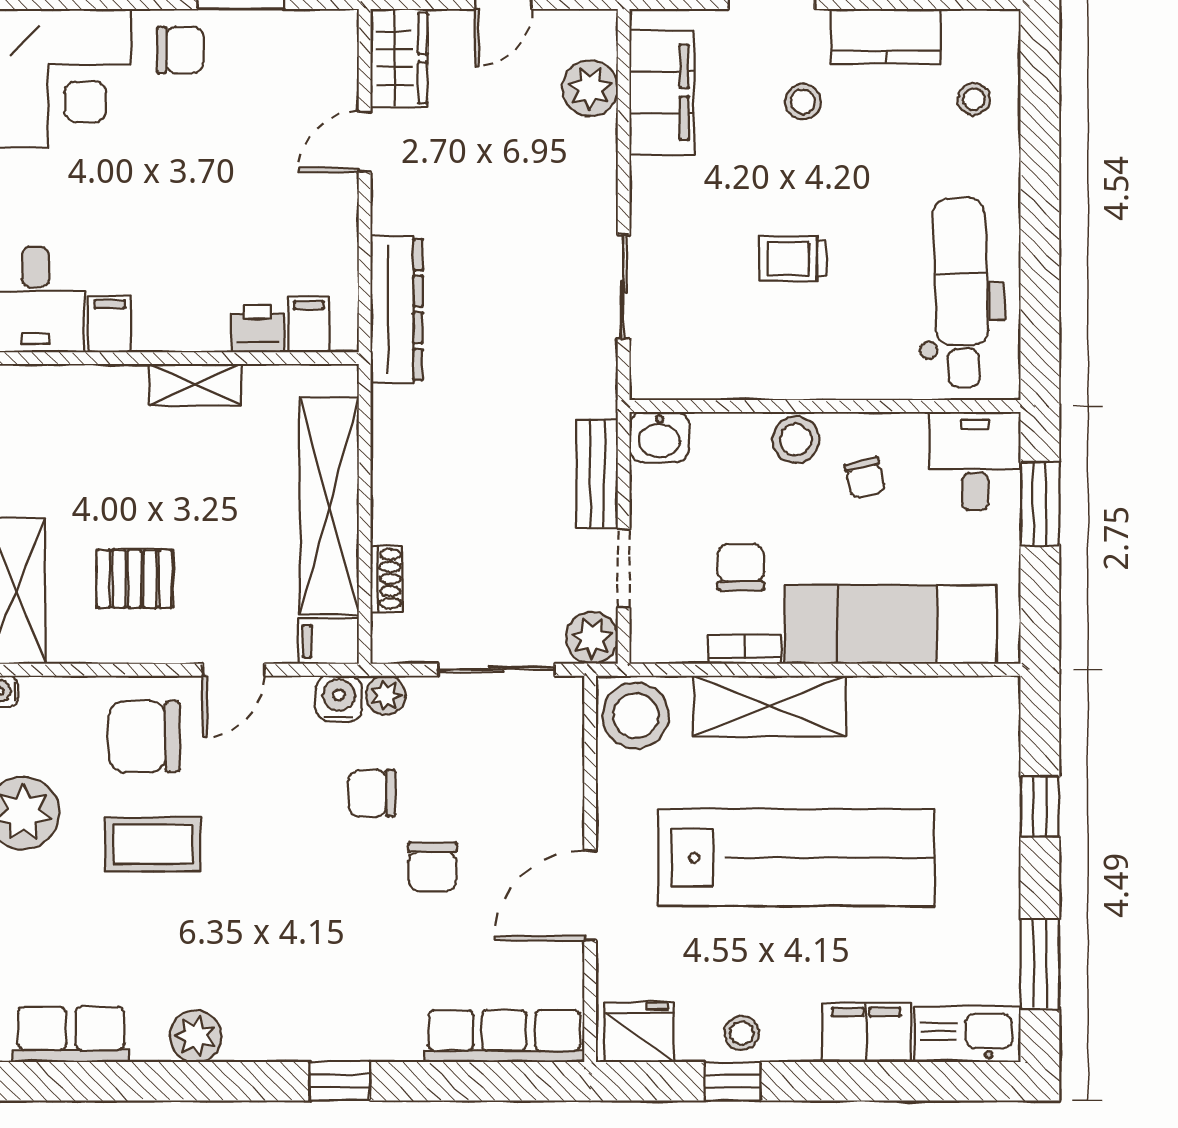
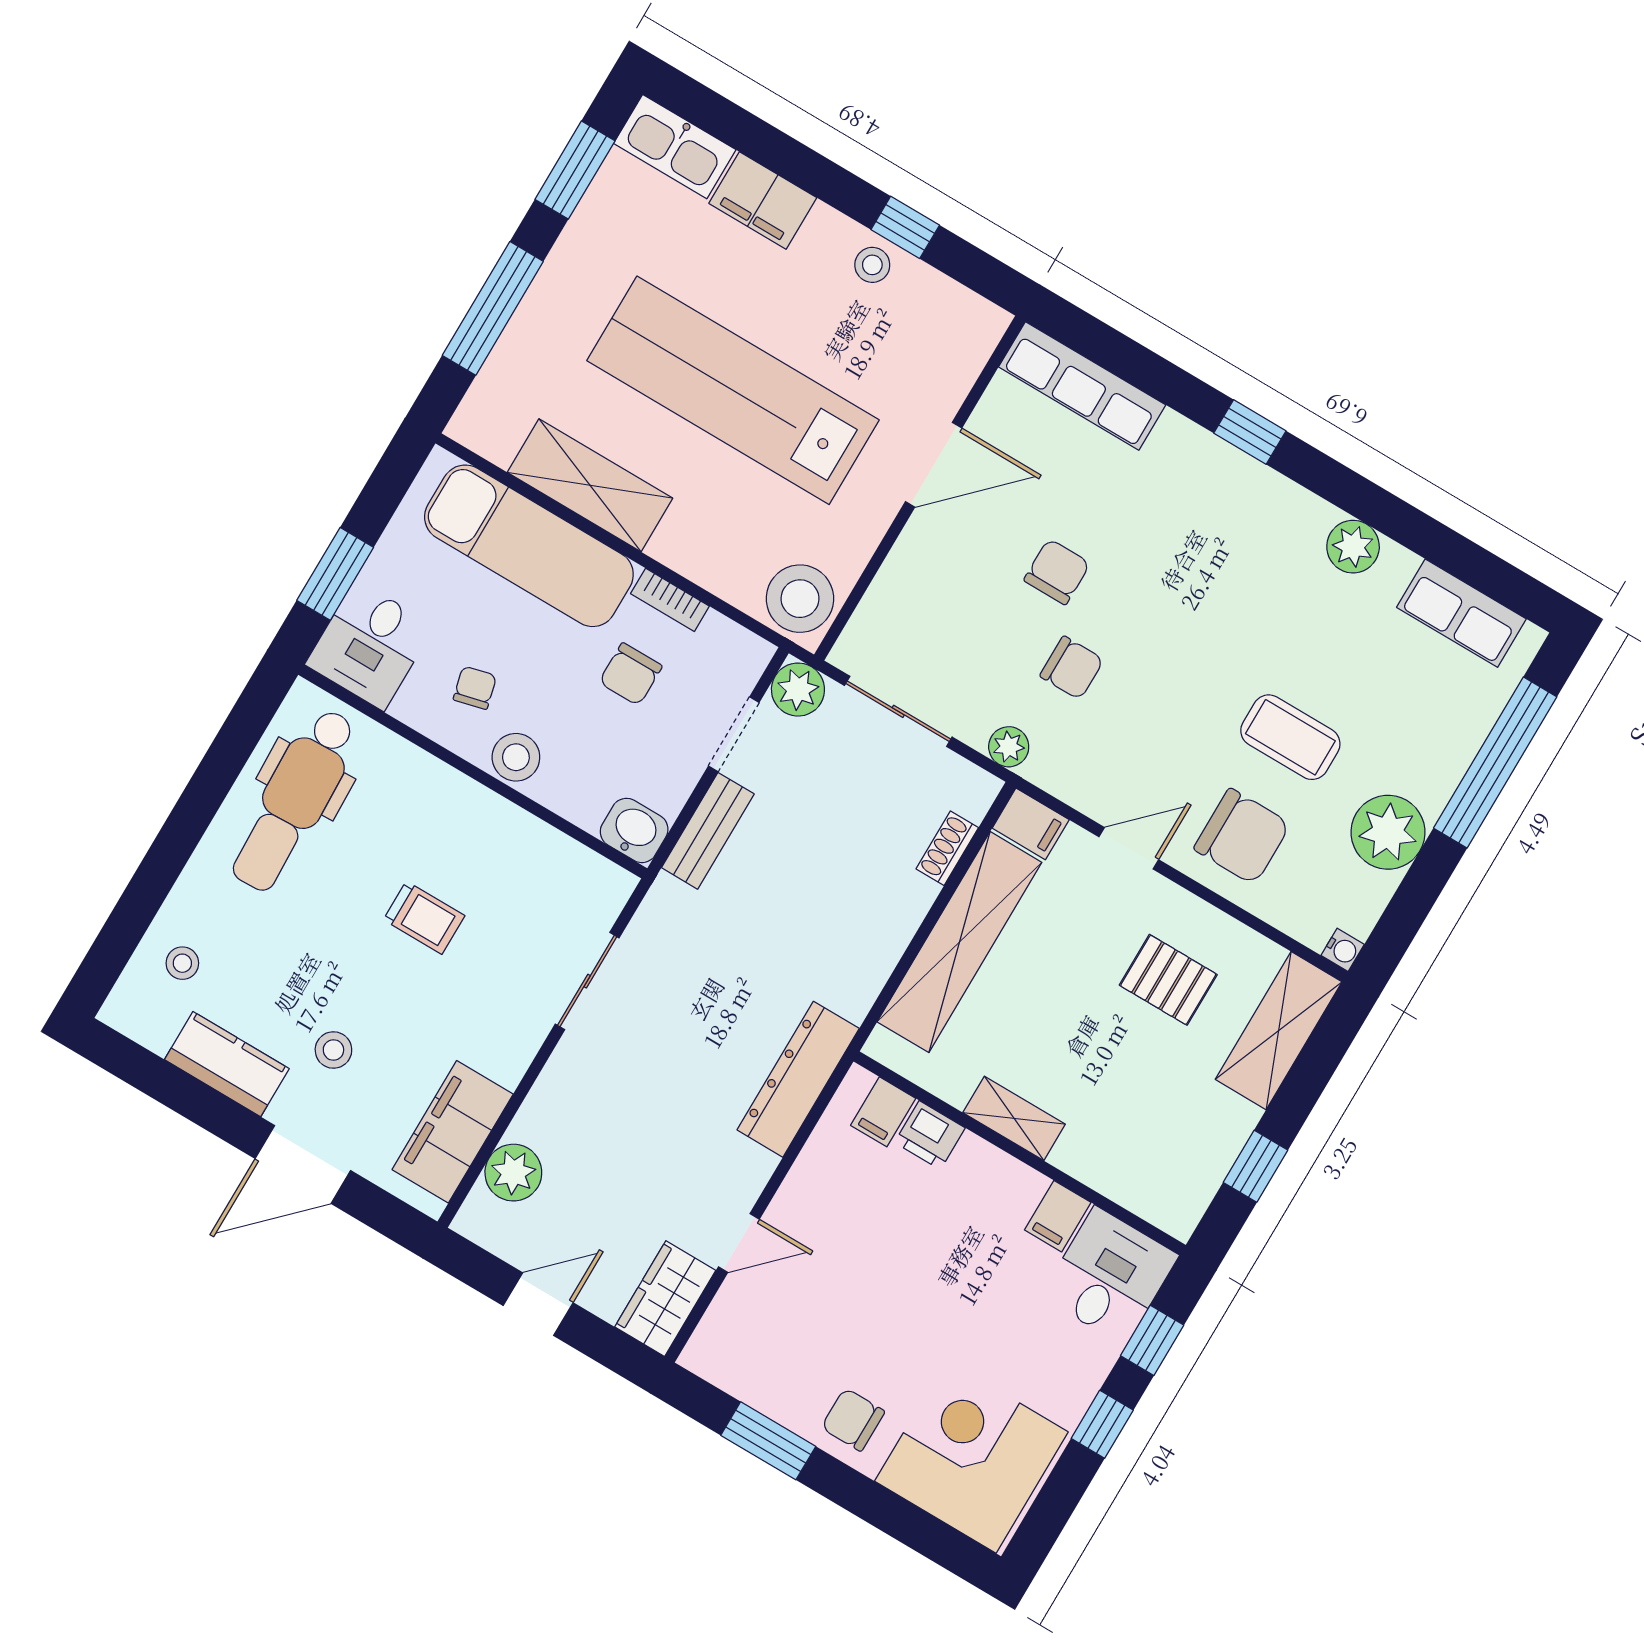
water cooler: (339, 699) -> (1051, 768), removed
shelving: (770, 706) -> (590, 485), moved
window: (1040, 806) -> (493, 308), width x2.17
fridge: (639, 1032) -> (962, 319), removed

